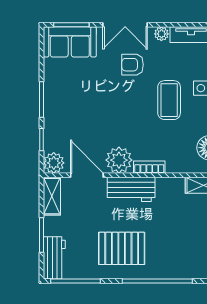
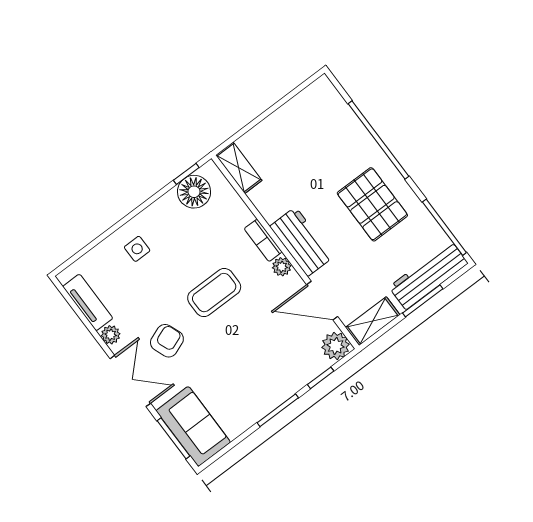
armchair: (133, 65) -> (167, 341), turned -111
coffee table: (169, 100) -> (214, 293), moved
plant: (119, 160) -> (282, 267), width x0.53, depth x0.53
door: (87, 175) -> (322, 301), hinge flipped
workbench: (54, 258) -> (428, 275), width x1.38

